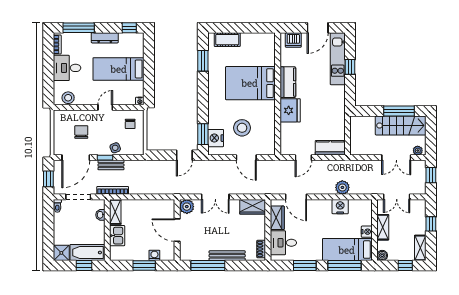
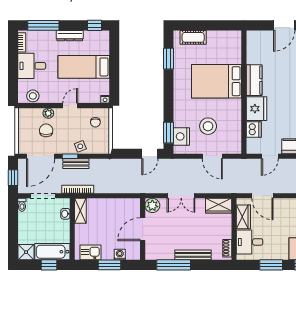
dishwasher: (293, 40) -> (254, 129), moved, turned -90
plant: (83, 115) -> (48, 113), added
door: (177, 230) -> (143, 229), hinge flipped
kitchen sink: (117, 236) -> (91, 252), moved, turned -90

